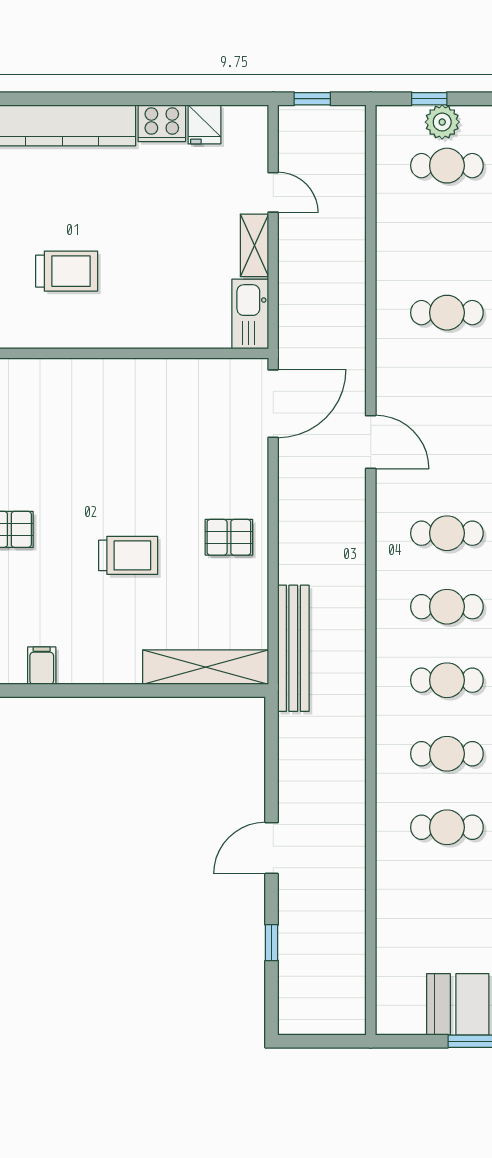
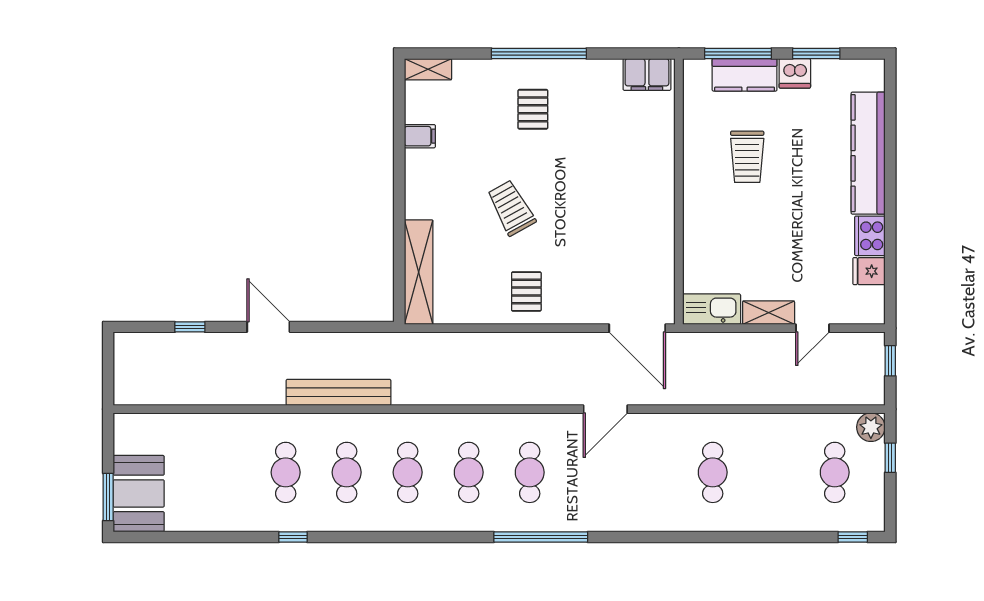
plant: (442, 122) -> (871, 427), moved
trolley: (128, 555) -> (511, 208), turned 151
bench: (293, 648) -> (338, 392), moved

